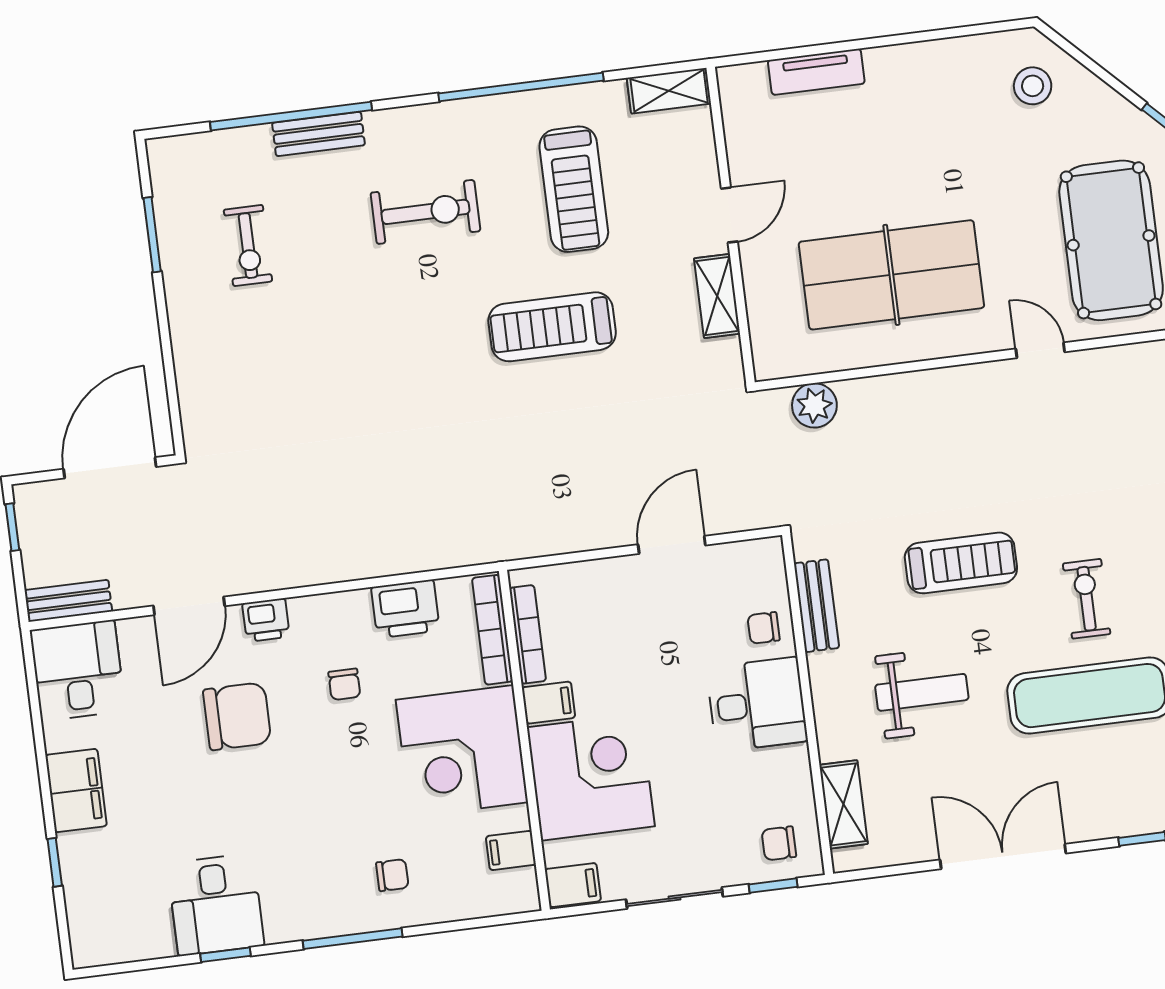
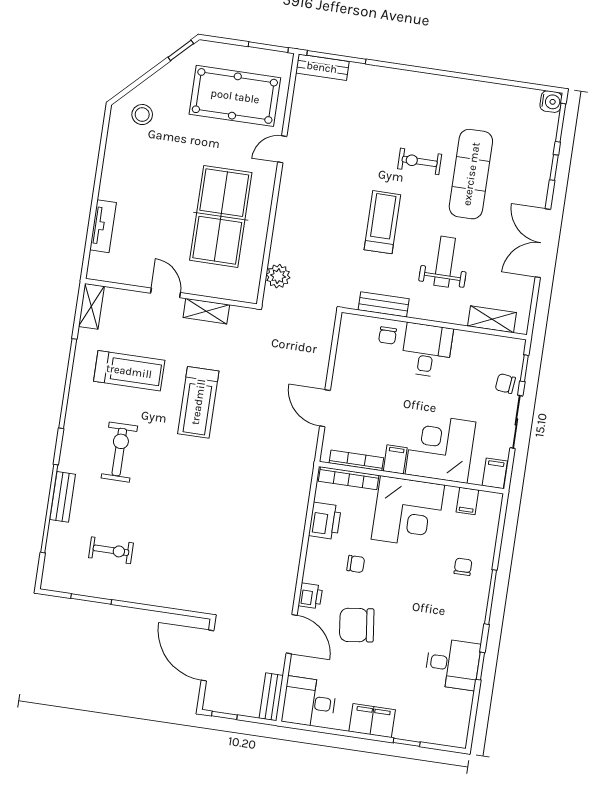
door: (672, 545) -> (325, 408), moved
chair: (237, 716) -> (357, 625), turned -97
chair: (779, 843) -> (505, 384), moved, turned 96

